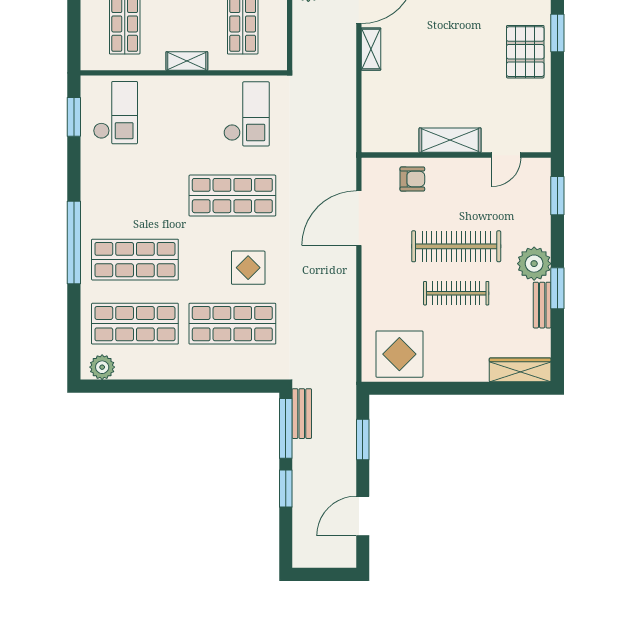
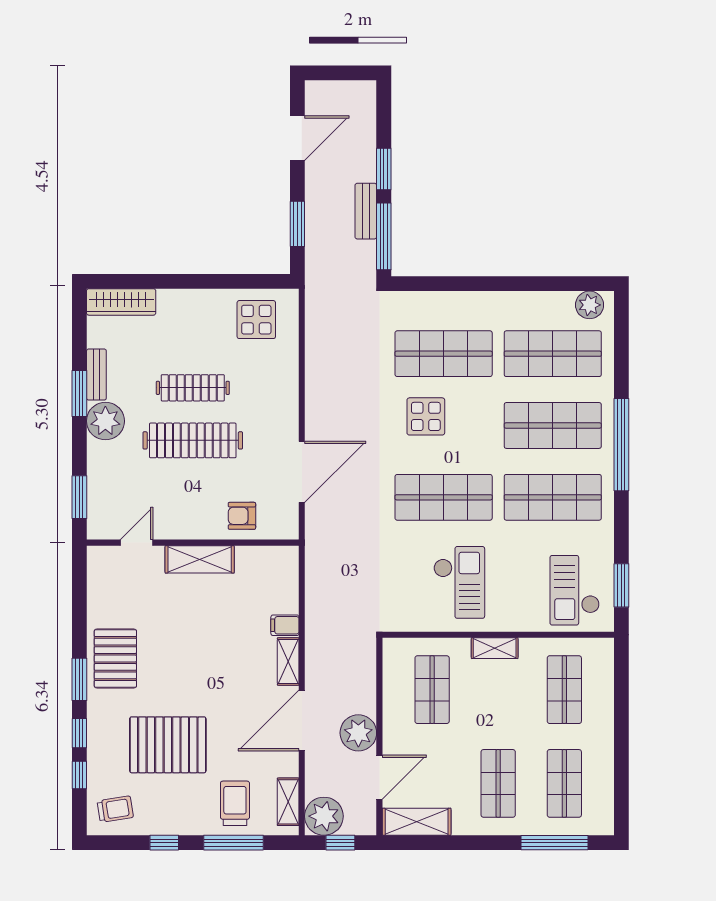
filing cabinet: (374, 81) -> (285, 625), added
checkout: (247, 114) -> (459, 582), moved, turned 180
shop shelf: (135, 196) -> (553, 497), added
display table: (399, 354) -> (256, 320), width x0.73, depth x0.73
bench: (302, 414) -> (366, 211), moved

